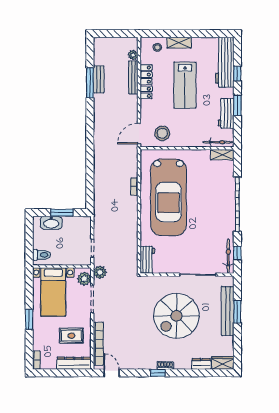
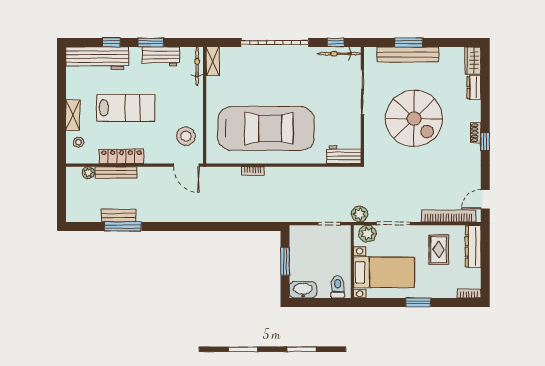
washbasin: (51, 223) -> (303, 290), moved, turned -90

